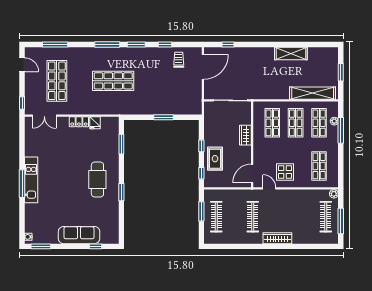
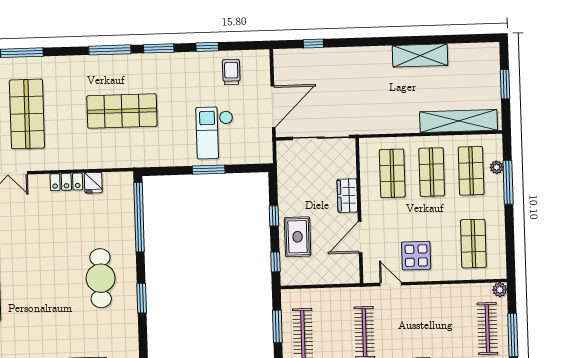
door: (203, 67) -> (273, 107), moved
checkout: (168, 95) -> (215, 133), added
window: (121, 144) -> (139, 217), width x2.11
door: (252, 173) -> (360, 237), moved

